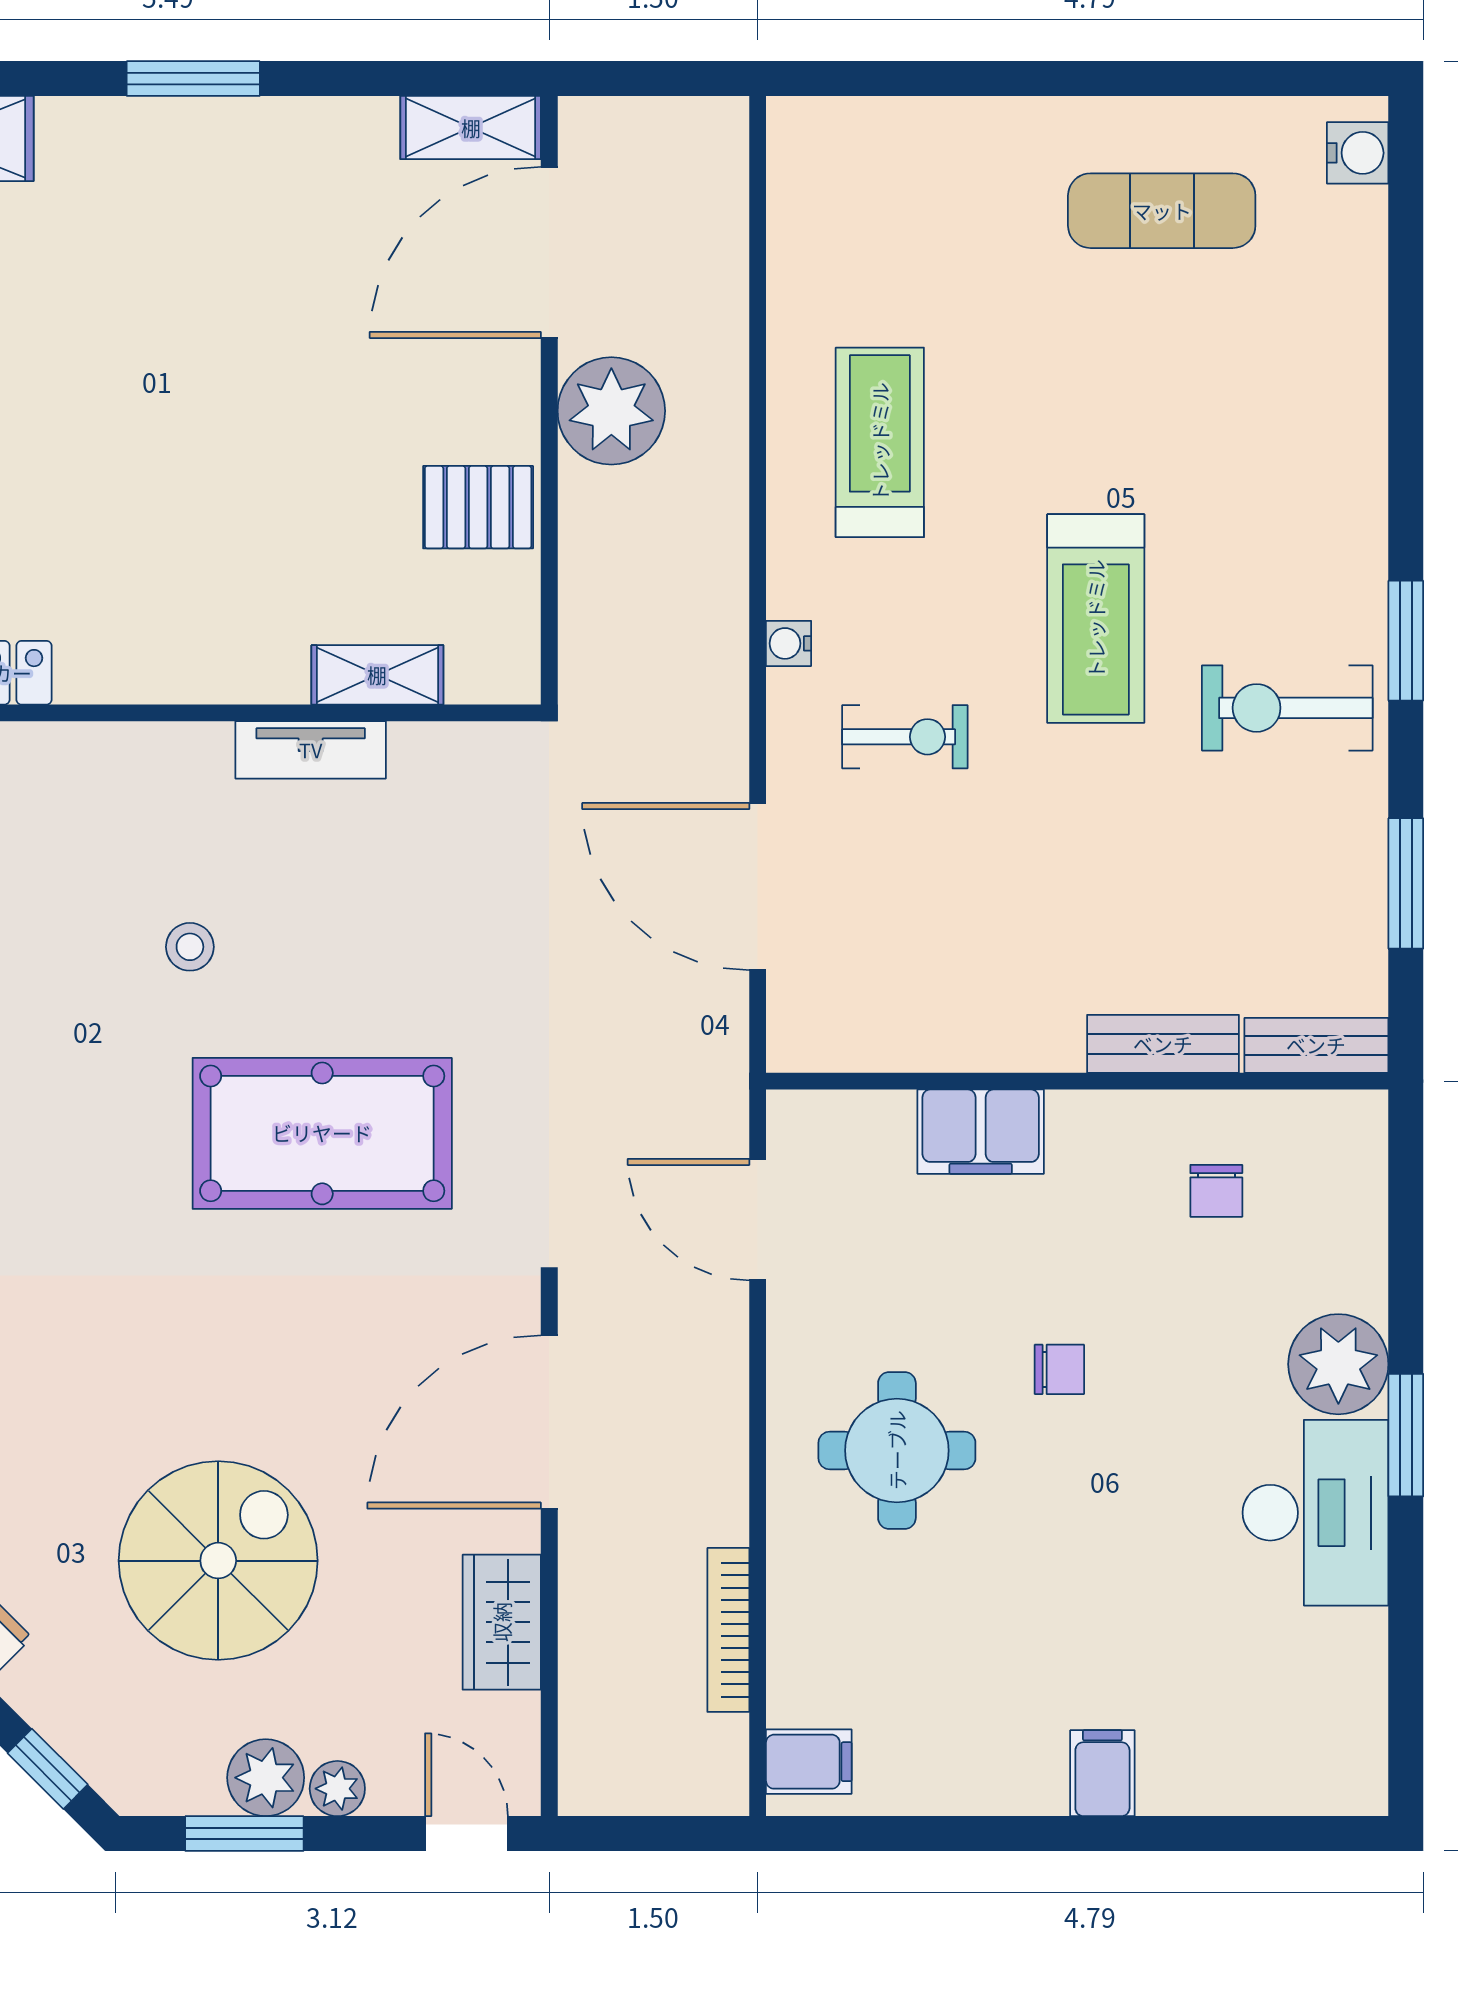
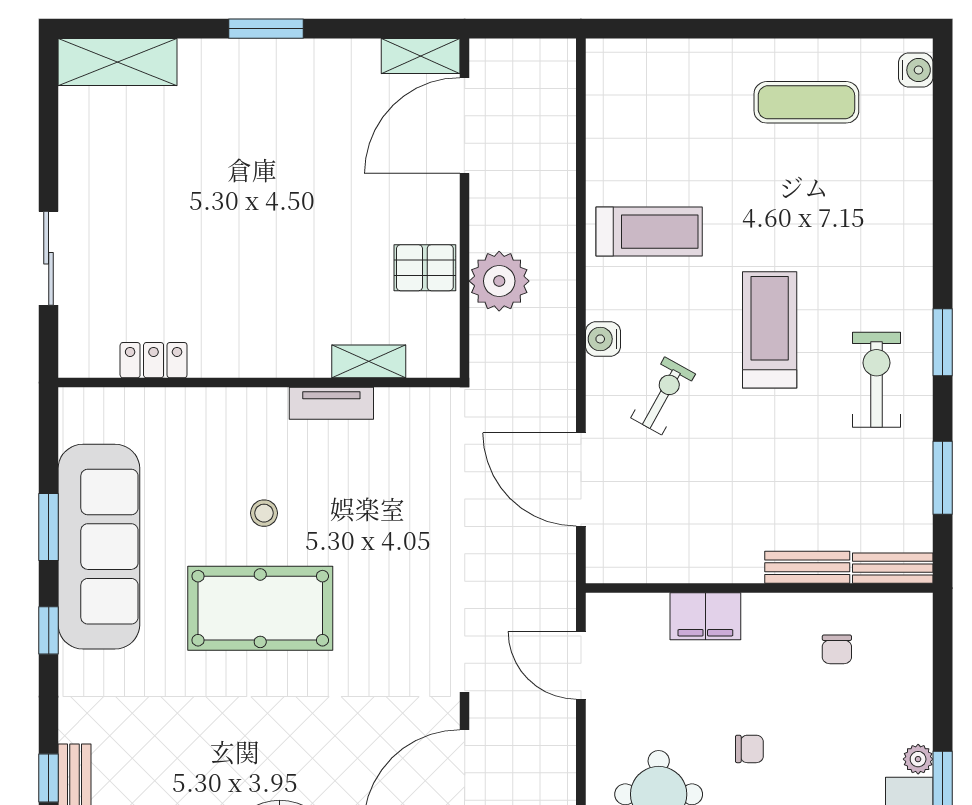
plant: (611, 411) -> (499, 281), moved
treadmill: (880, 442) -> (649, 232), turned 90
treadmill: (1096, 619) -> (770, 330), turned 180
water cooler: (789, 643) -> (603, 339), width x1.38, depth x1.38
exercise bike: (1287, 708) -> (876, 380), turned 90
exercise bike: (905, 737) -> (663, 396), turned -61
pool table: (322, 1133) -> (260, 608), moved
plant: (1338, 1364) -> (918, 759), width x0.53, depth x0.53

